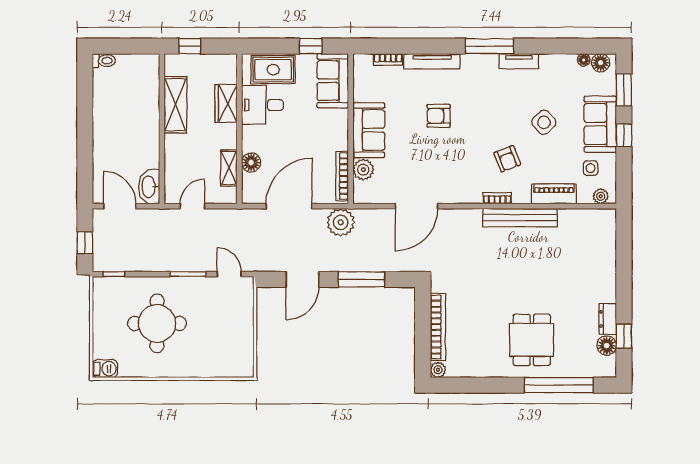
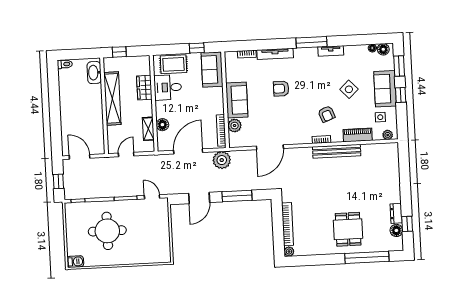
shelving: (175, 105) -> (112, 98), width x1.47
washbasin: (149, 187) -> (94, 73), moved

